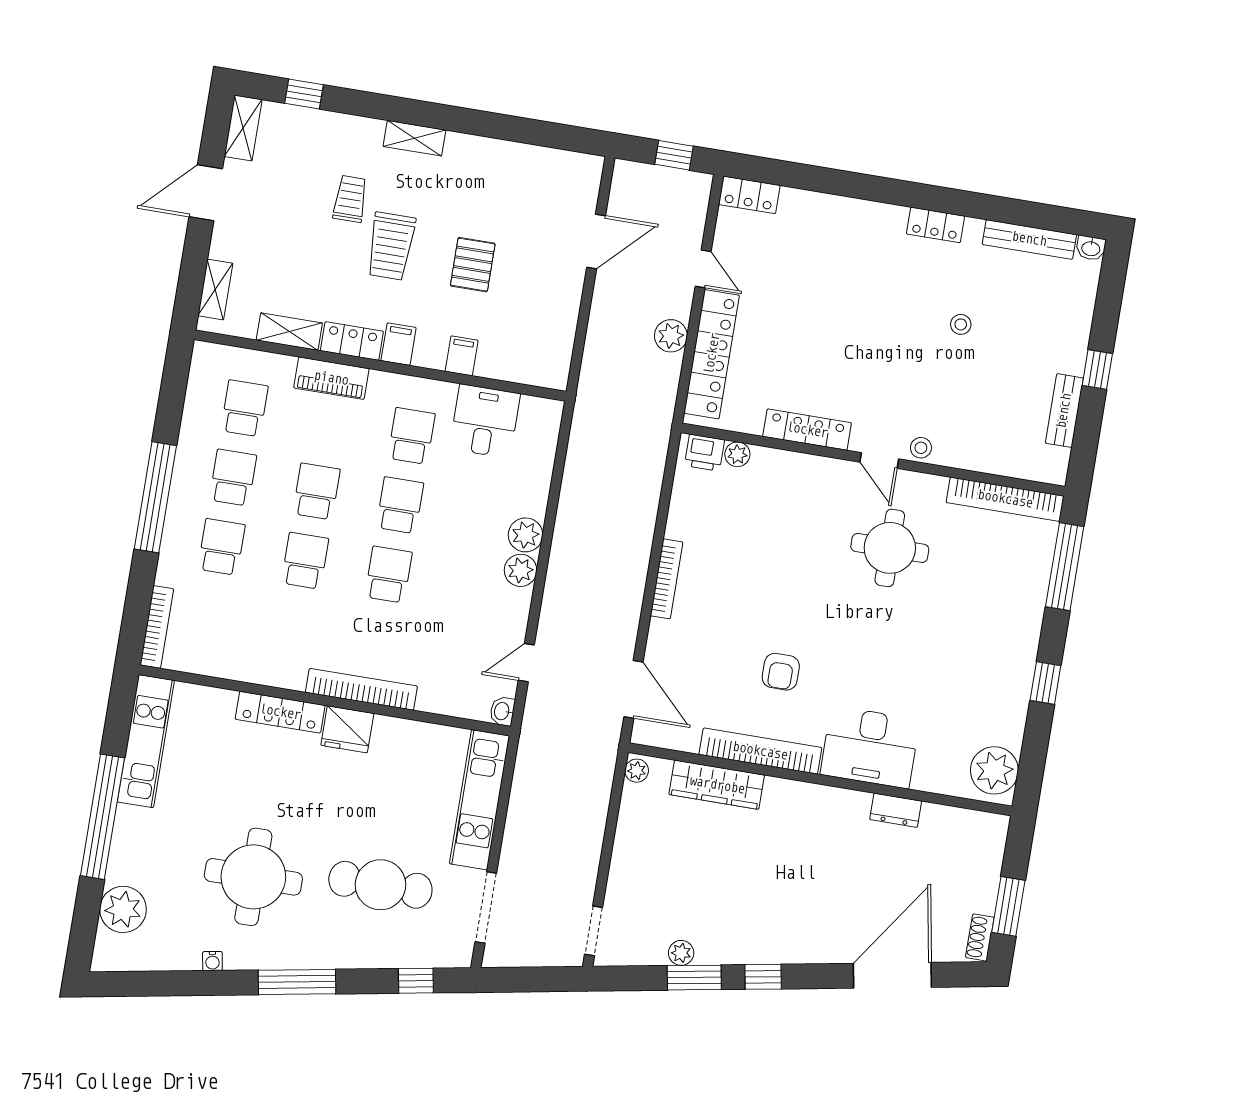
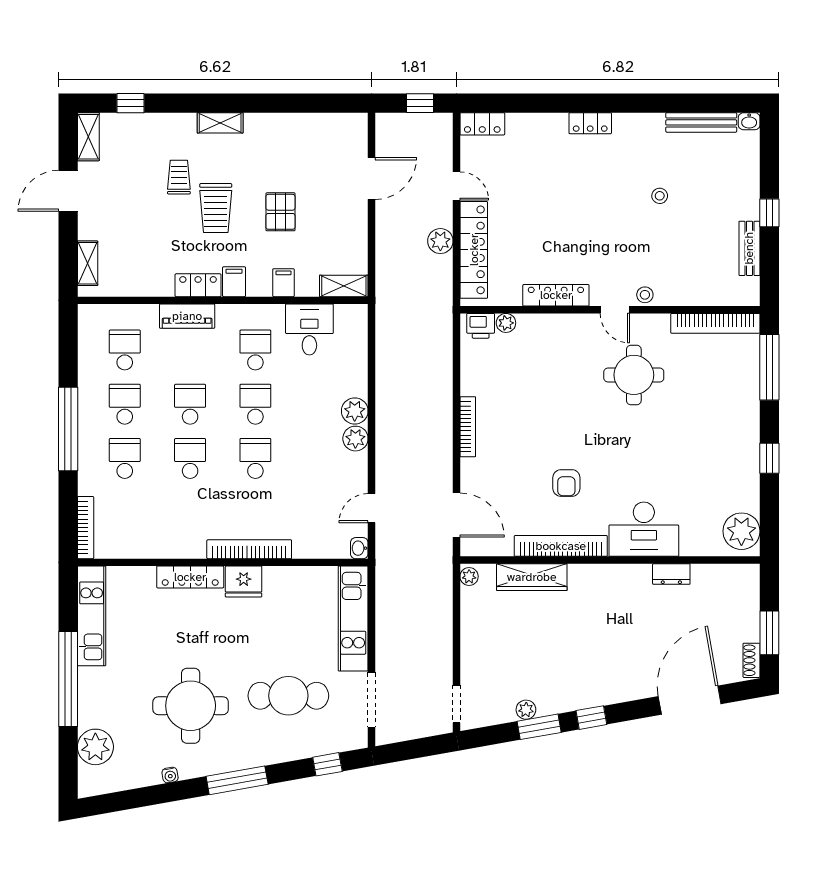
locker: (936, 225) -> (590, 123), moved
shelving: (289, 332) -> (344, 286), moved

